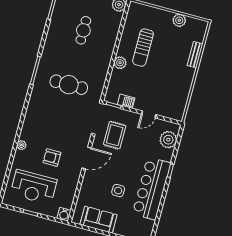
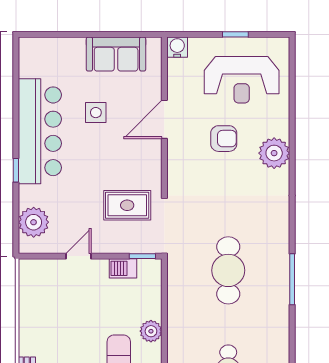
cafe table: (69, 85) -> (228, 270), turned 90
rug: (115, 135) -> (127, 205), turned 90
plant: (21, 145) -> (274, 153), width x1.88, depth x1.88
door: (87, 158) -> (164, 119), moved
reception desk: (34, 187) -> (242, 80), turned 180

